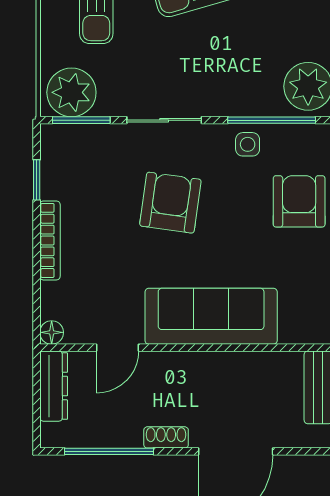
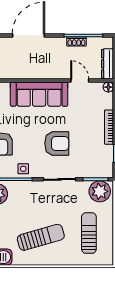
armchair: (170, 203) -> (57, 143), turned -98
door: (117, 348) -> (80, 81), hinge flipped
shoe rack: (166, 437) -> (76, 42), moved

